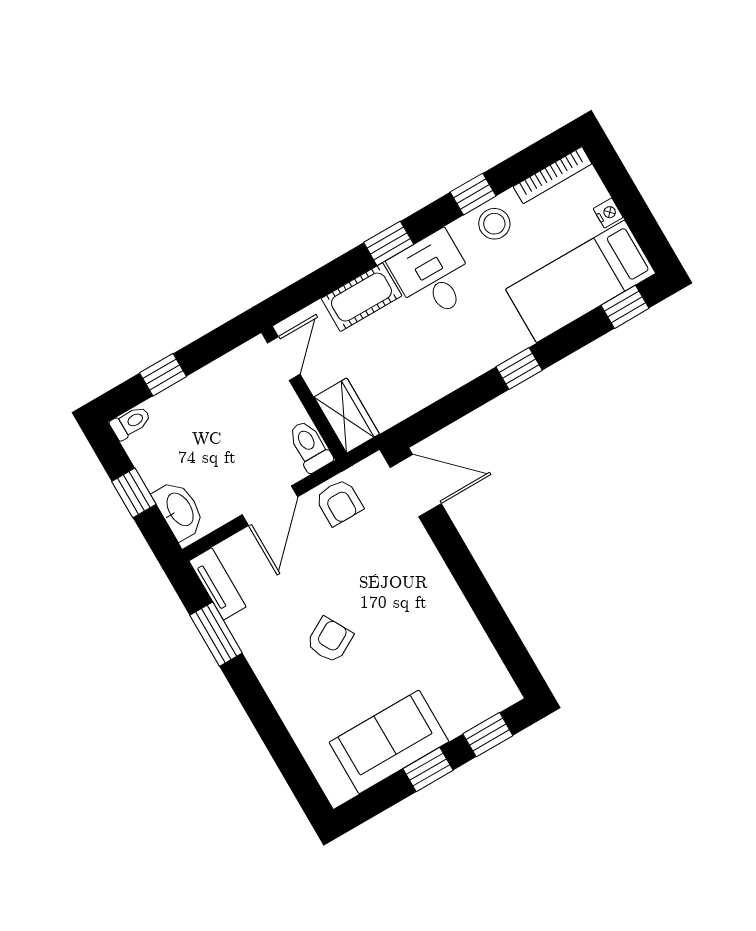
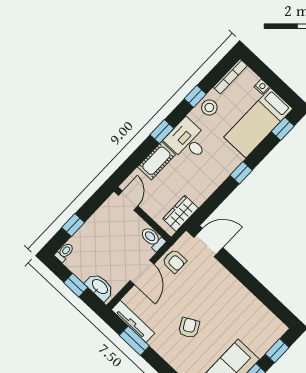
wardrobe: (347, 416) -> (181, 213), moved, turned -90
tv unit: (218, 584) -> (133, 321), width x1.41

